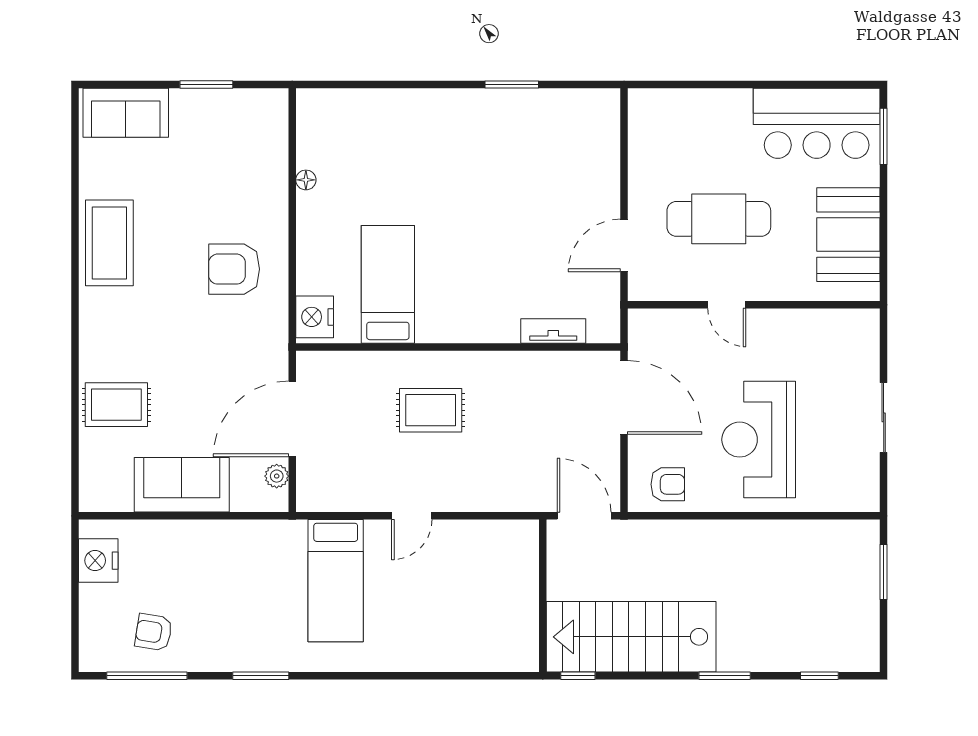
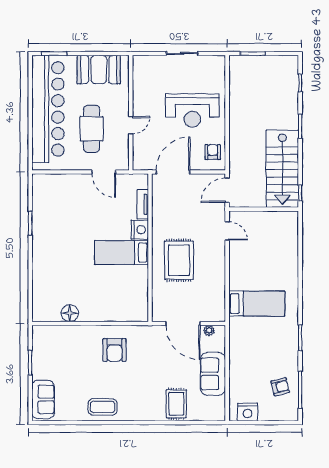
bar counter: (817, 123) -> (48, 109), width x1.86
floor lamp: (306, 180) -> (70, 313), width x1.89, depth x1.89
coffee table: (109, 243) -> (103, 407), width x0.73, depth x0.76
bed: (388, 284) -> (121, 252), moved
nightstand: (315, 317) -> (140, 230), moved, turned -90
rug: (431, 410) -> (179, 260), width x1.36, depth x1.43
door: (412, 516) -> (227, 231), moved
armchair: (154, 632) -> (280, 387), turned -112

